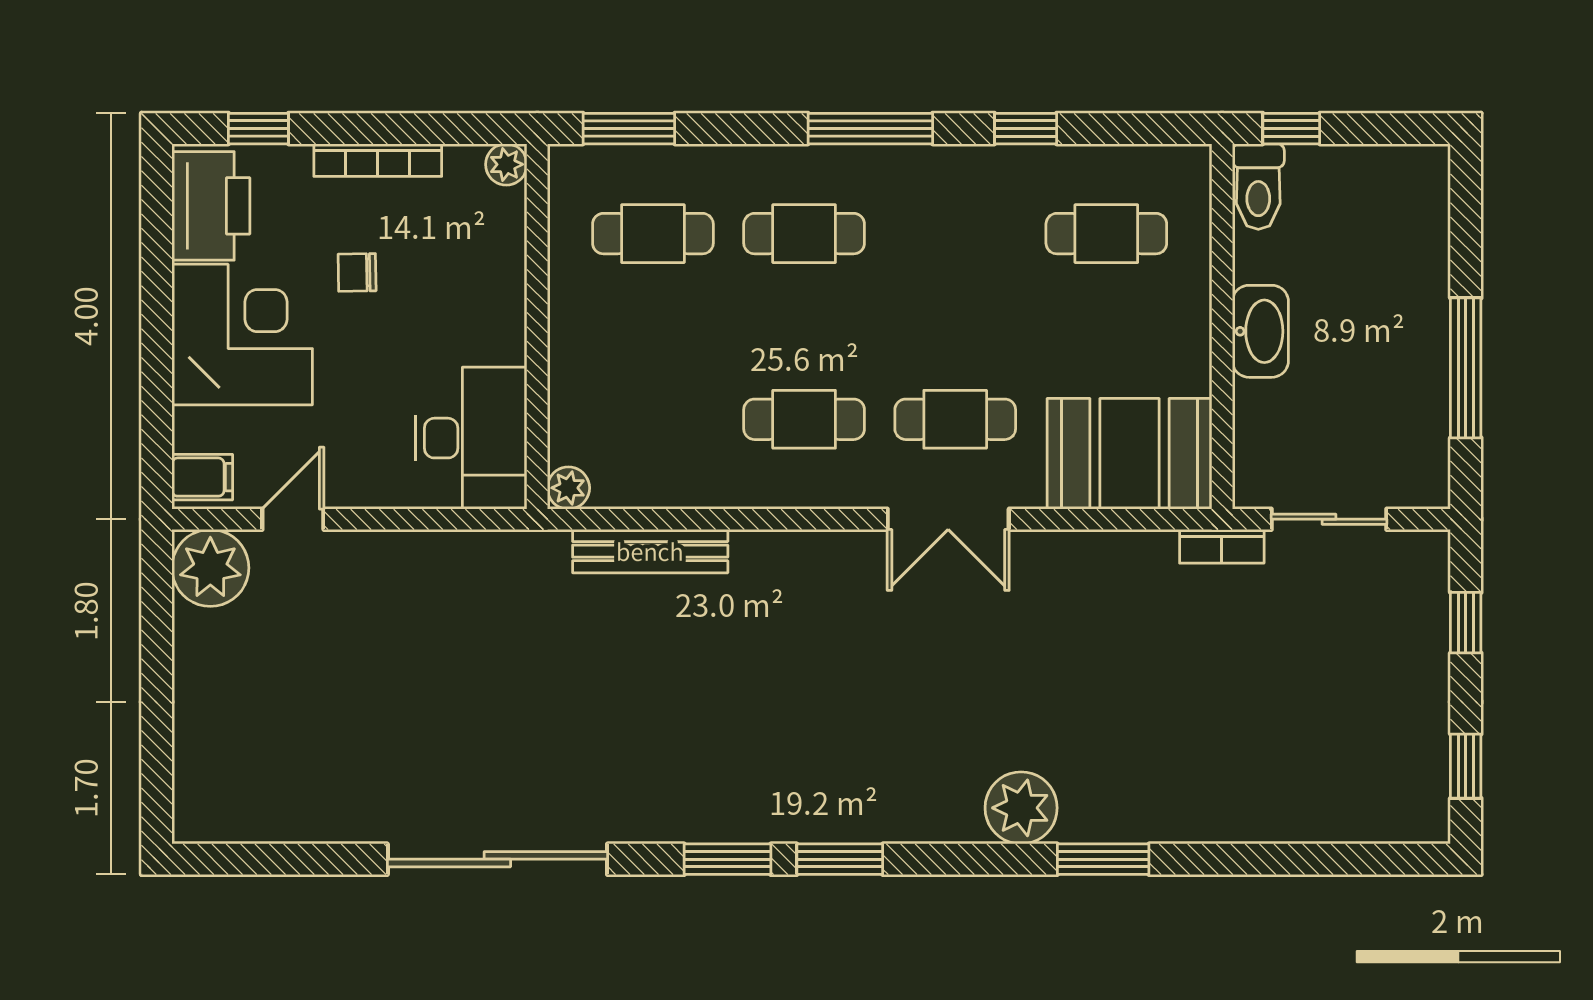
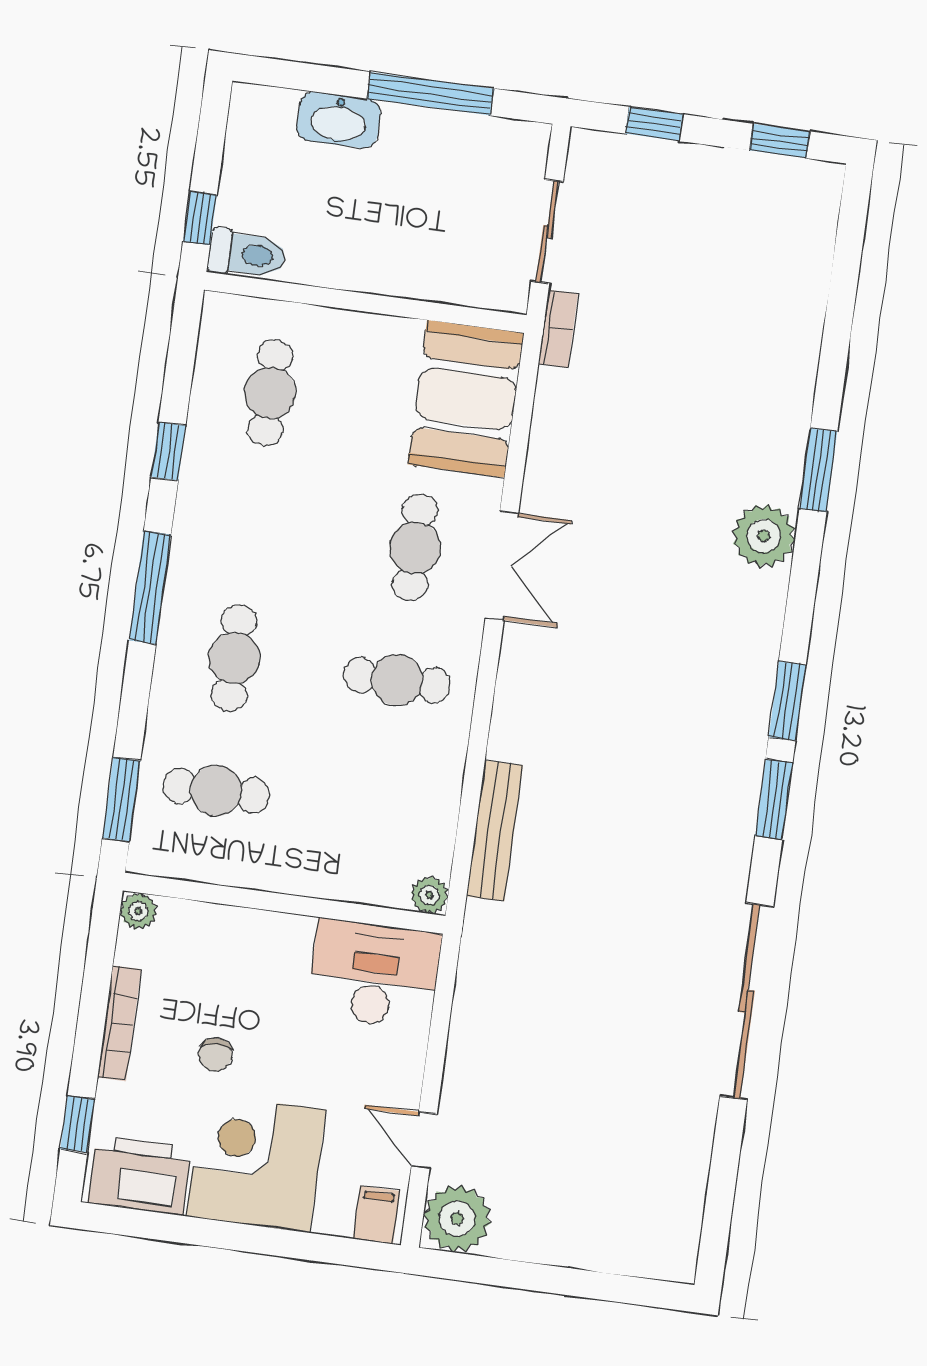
cafe table: (653, 234) -> (216, 791), turned 90
washbasin: (1260, 331) -> (339, 120), moved, turned 180
cafe table: (804, 419) -> (397, 680), turned 90

